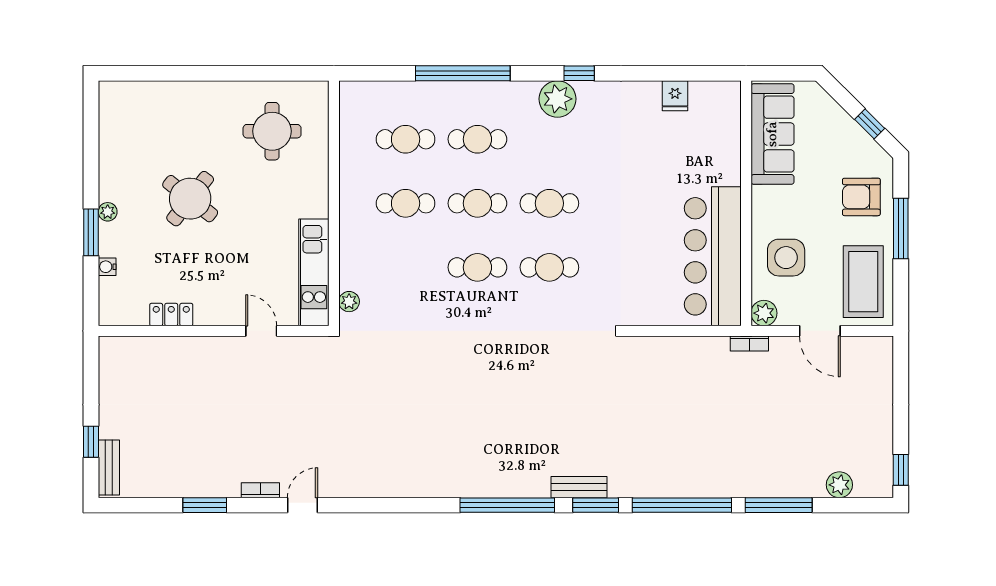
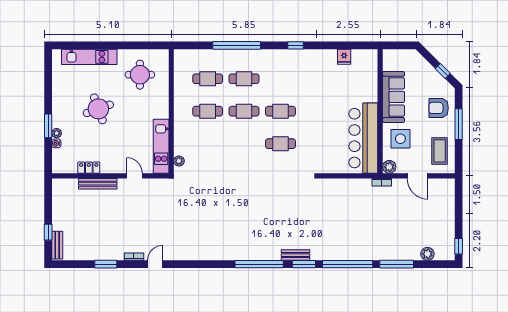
kitchen unit: (172, 96) -> (89, 57), added
plant: (557, 99) -> (285, 58), removed
sofa: (772, 134) -> (394, 97), moved
round table: (190, 199) -> (98, 109), turned 32
plant: (108, 212) -> (57, 133), moved
cafe table: (477, 267) -> (244, 144), removed
coffee table: (863, 282) -> (440, 151), width x0.73, depth x0.76
bench: (189, 346) -> (98, 184), added

